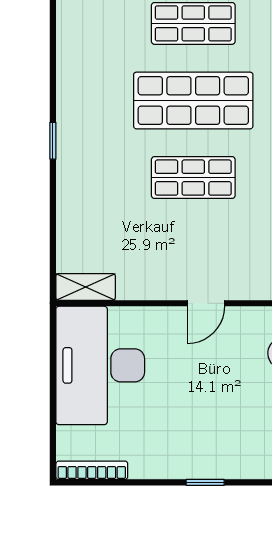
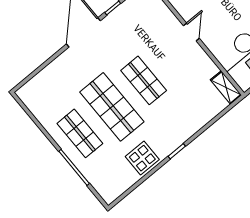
display table: (84, 83) -> (142, 158), added
door: (206, 303) -> (191, 32), hinge flipped

